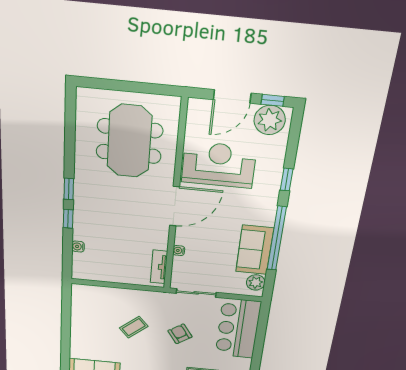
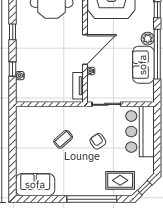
door: (175, 206) -> (85, 49), moved
window: (68, 219) -> (13, 69), moved
plant: (256, 282) -> (148, 39), moved

